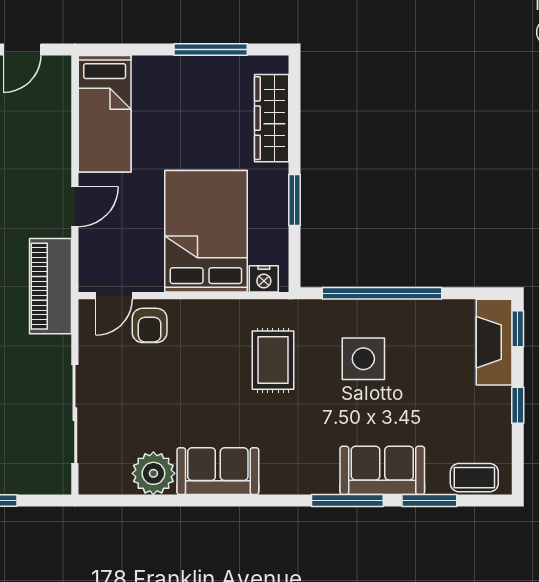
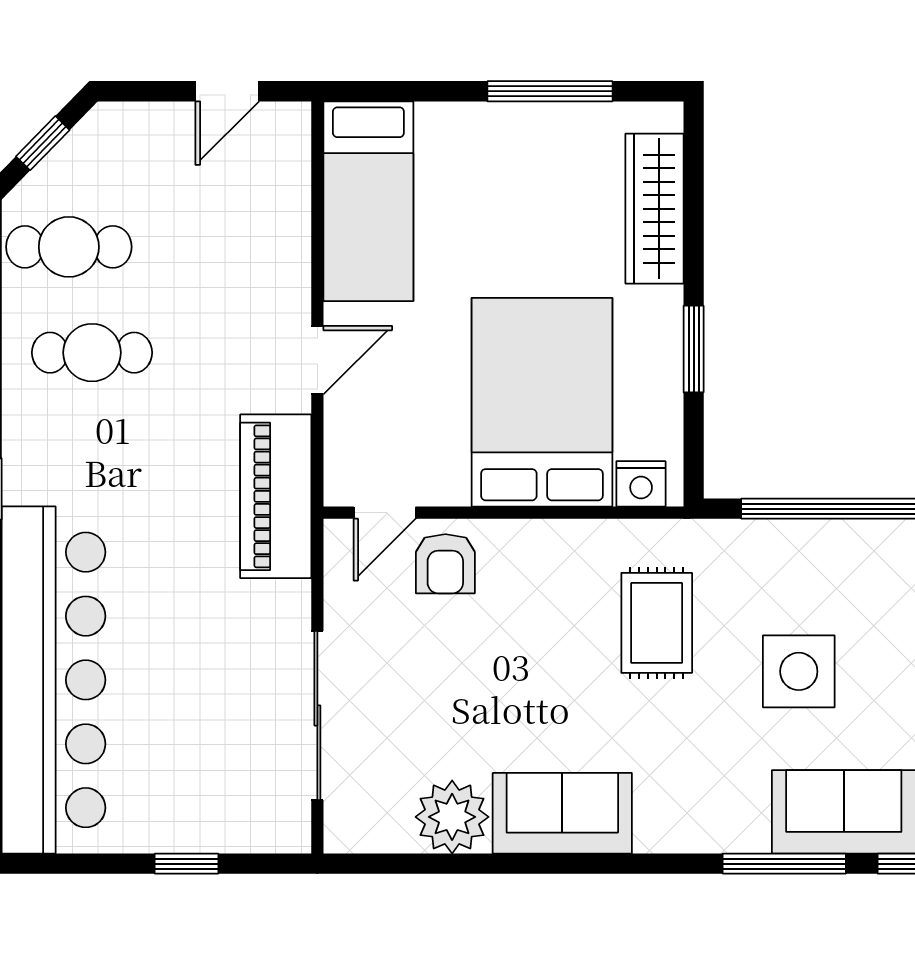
side table: (363, 359) -> (799, 671), moved

